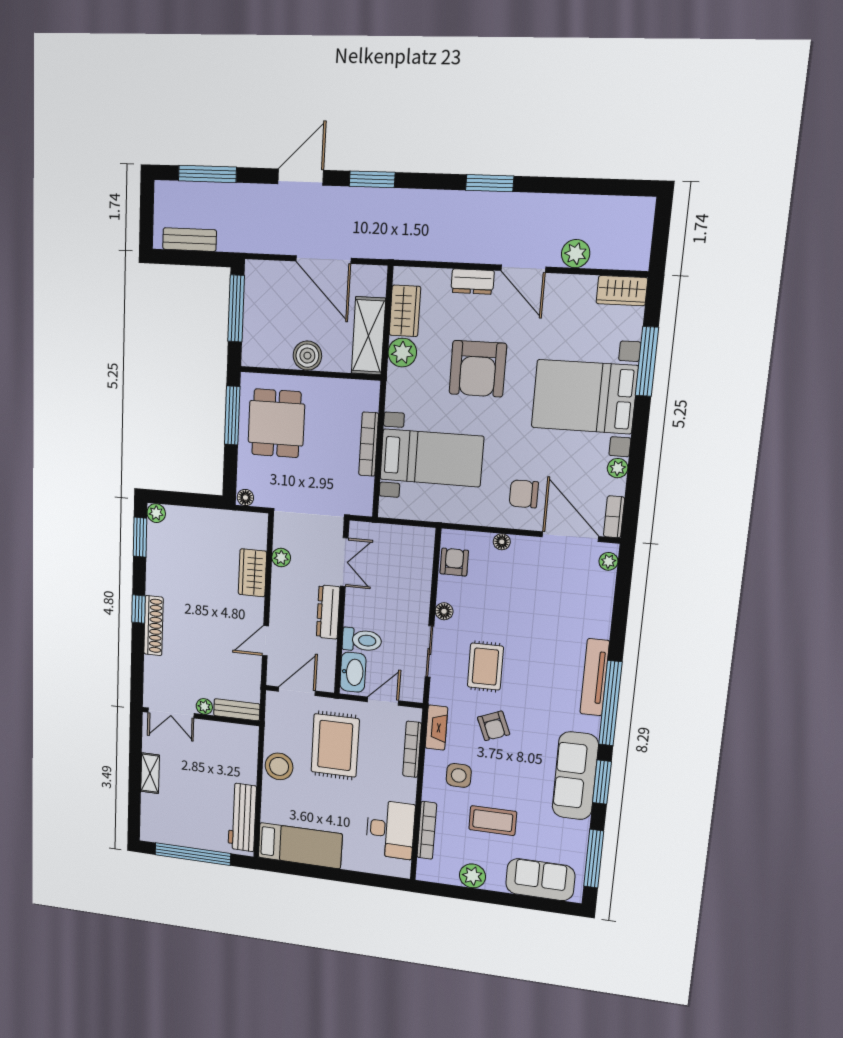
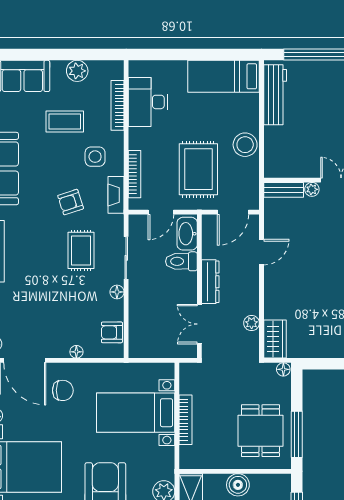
armchair: (454, 562) -> (112, 332), turned 90
wardrobe: (252, 573) -> (275, 339), moved
armchair: (494, 726) -> (71, 202), turned -86

